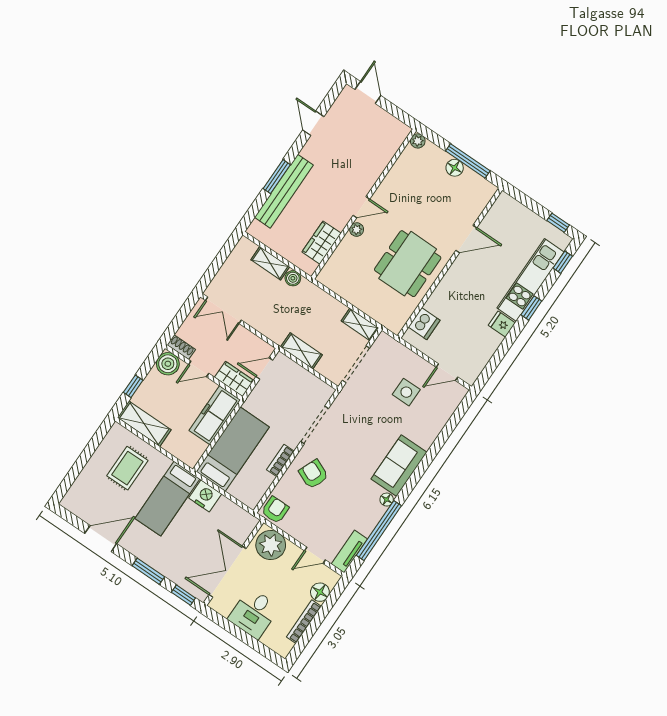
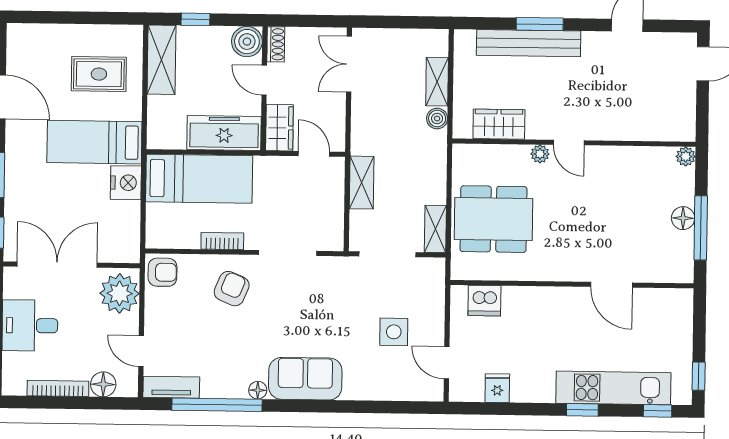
dining table: (408, 264) -> (493, 219), moved
fridge: (502, 324) -> (497, 388), moved

